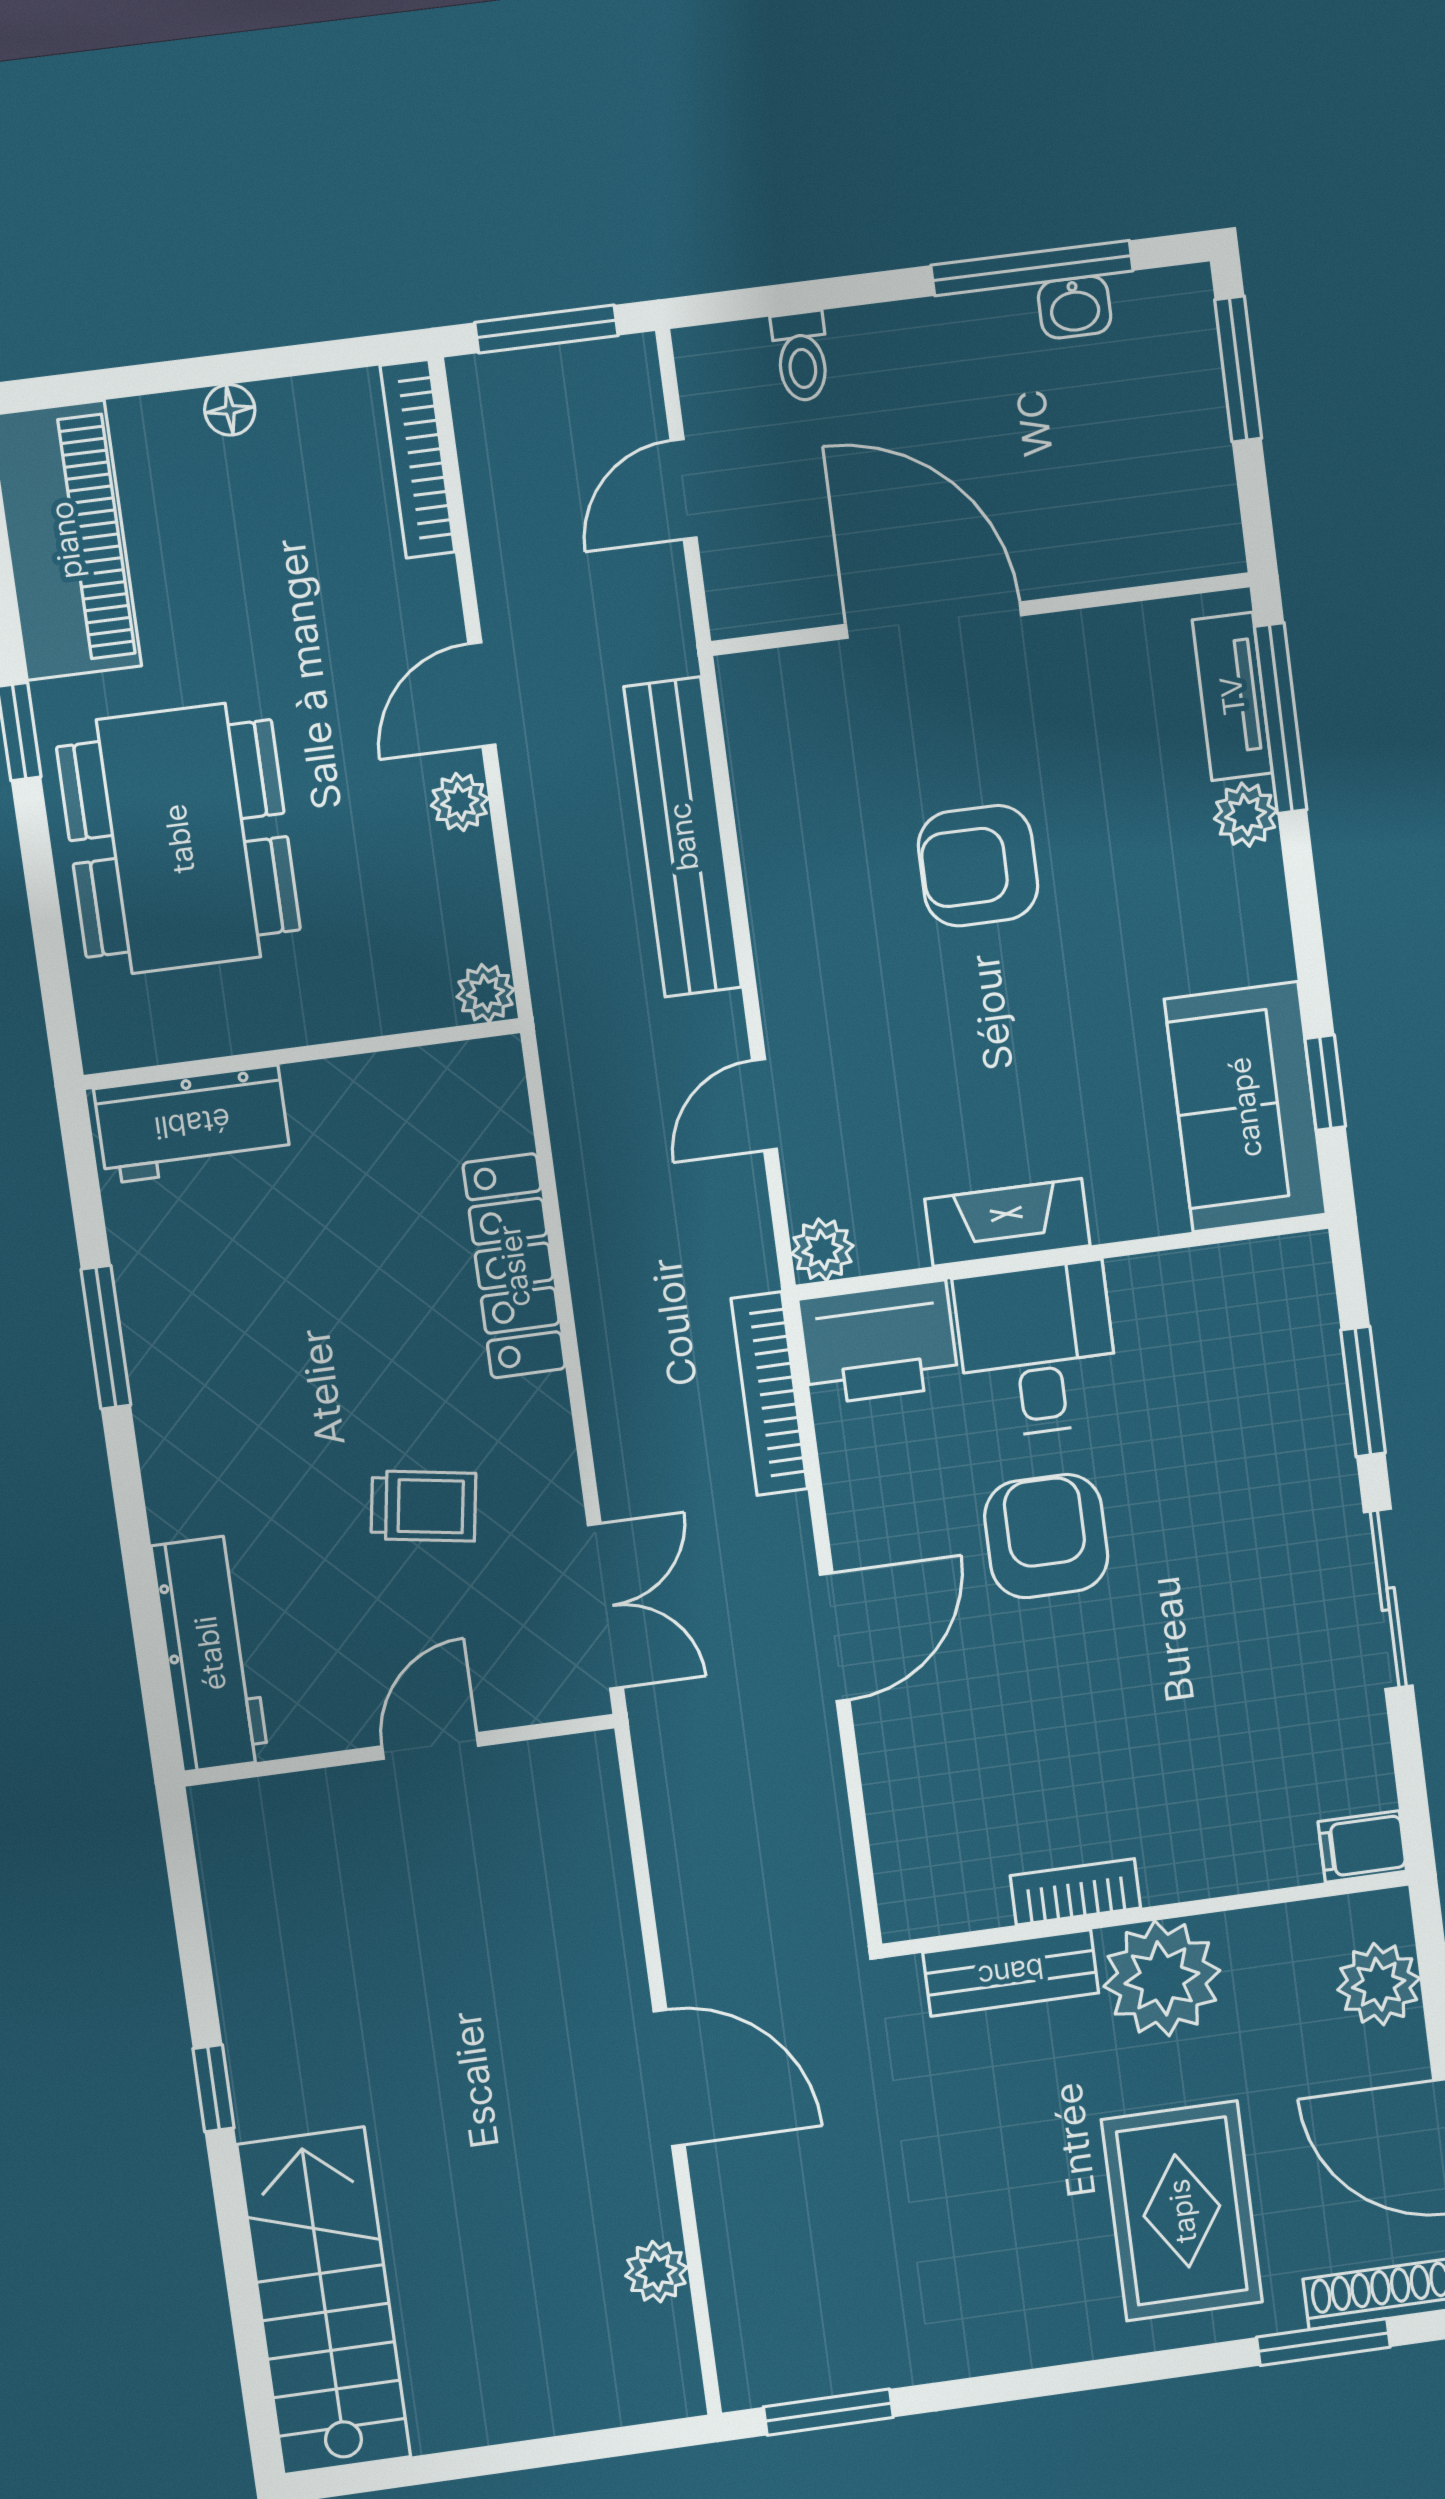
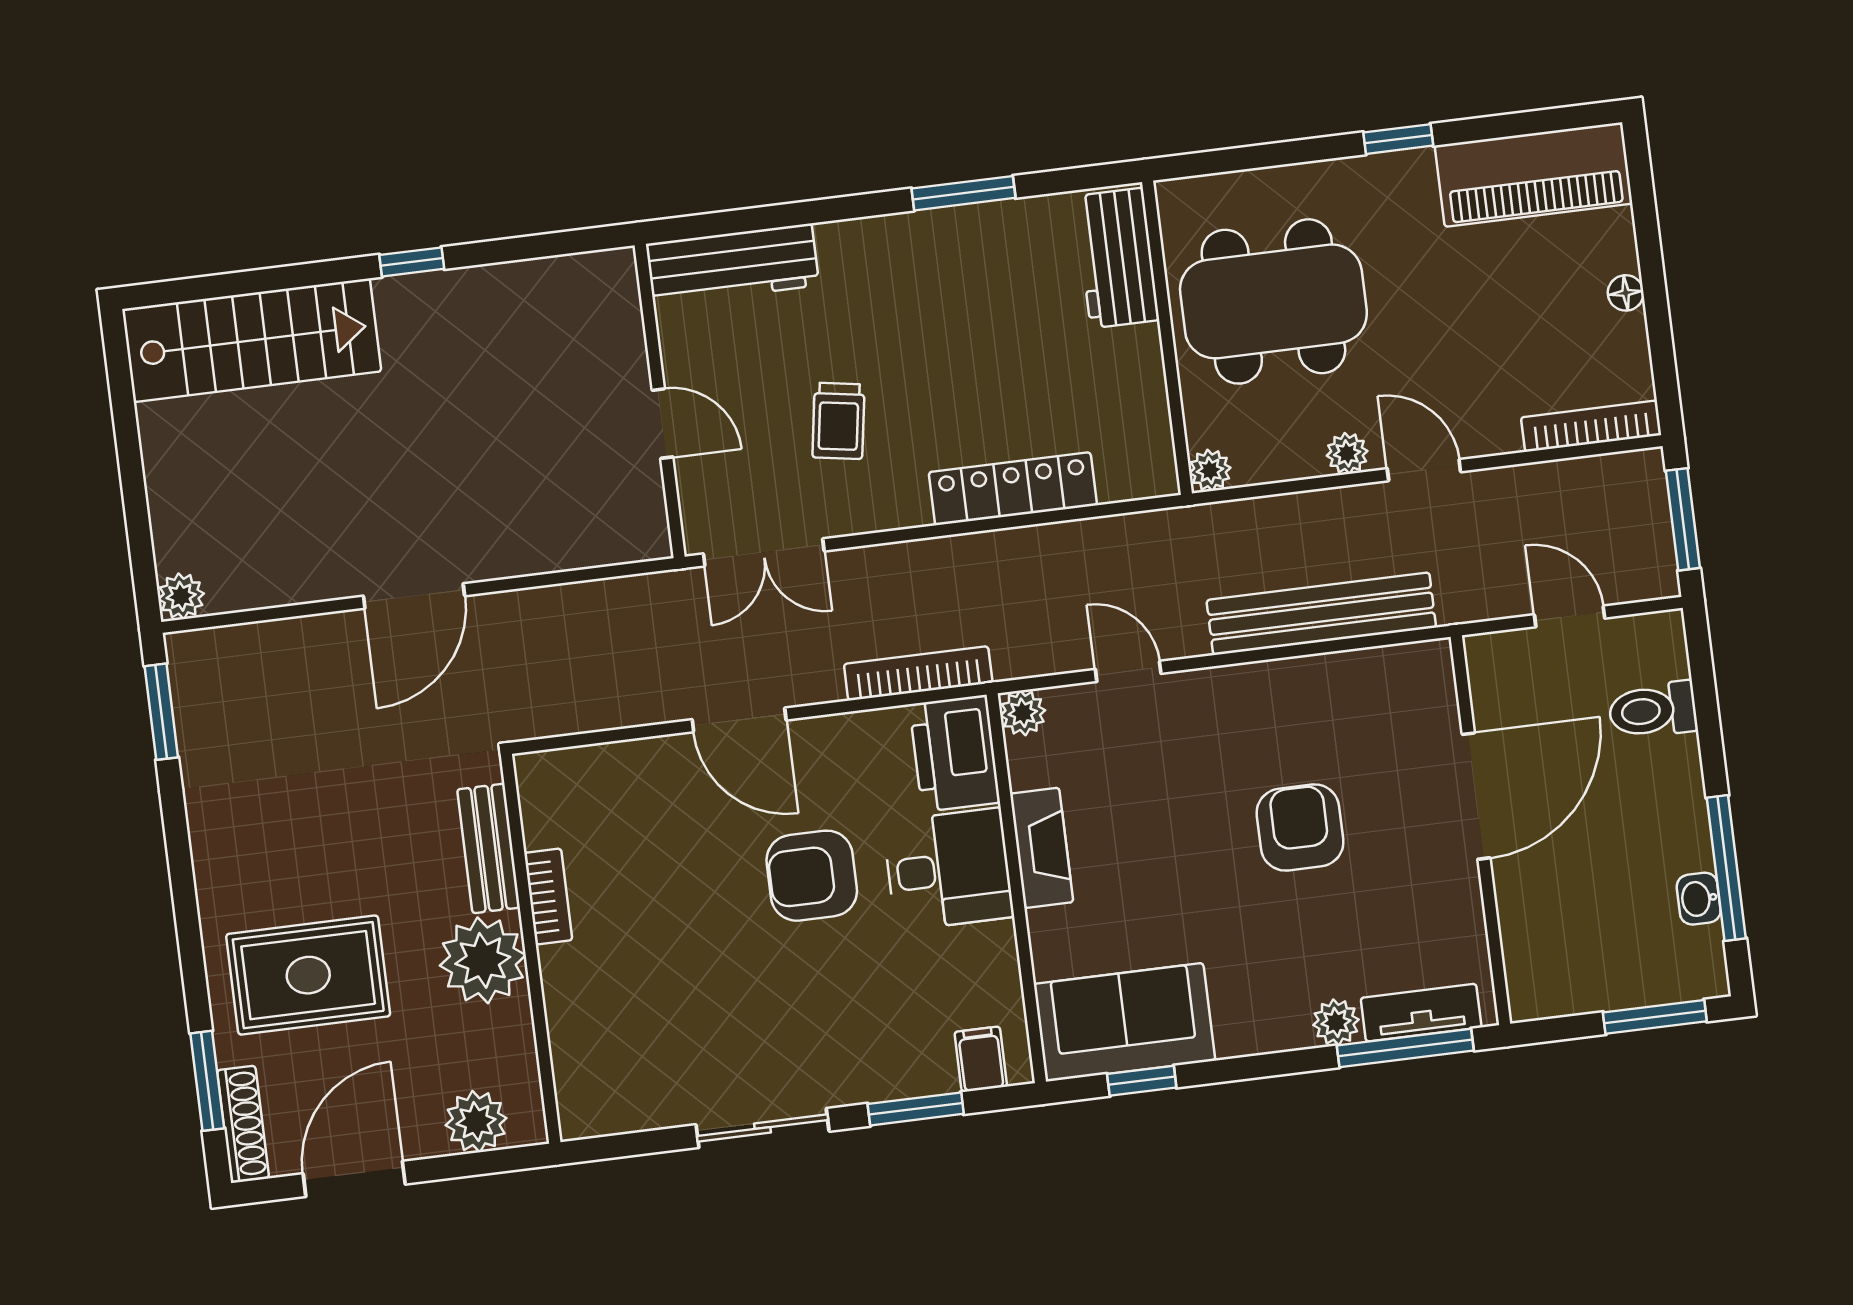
toilet: (801, 356) -> (1653, 710), width x1.37, depth x1.39
dining table: (179, 839) -> (1273, 301), moved
armchair: (1046, 1536) -> (812, 876), turned 180
filing cabinet: (1362, 1846) -> (981, 1059), moved
plant: (656, 2272) -> (181, 596), moved

